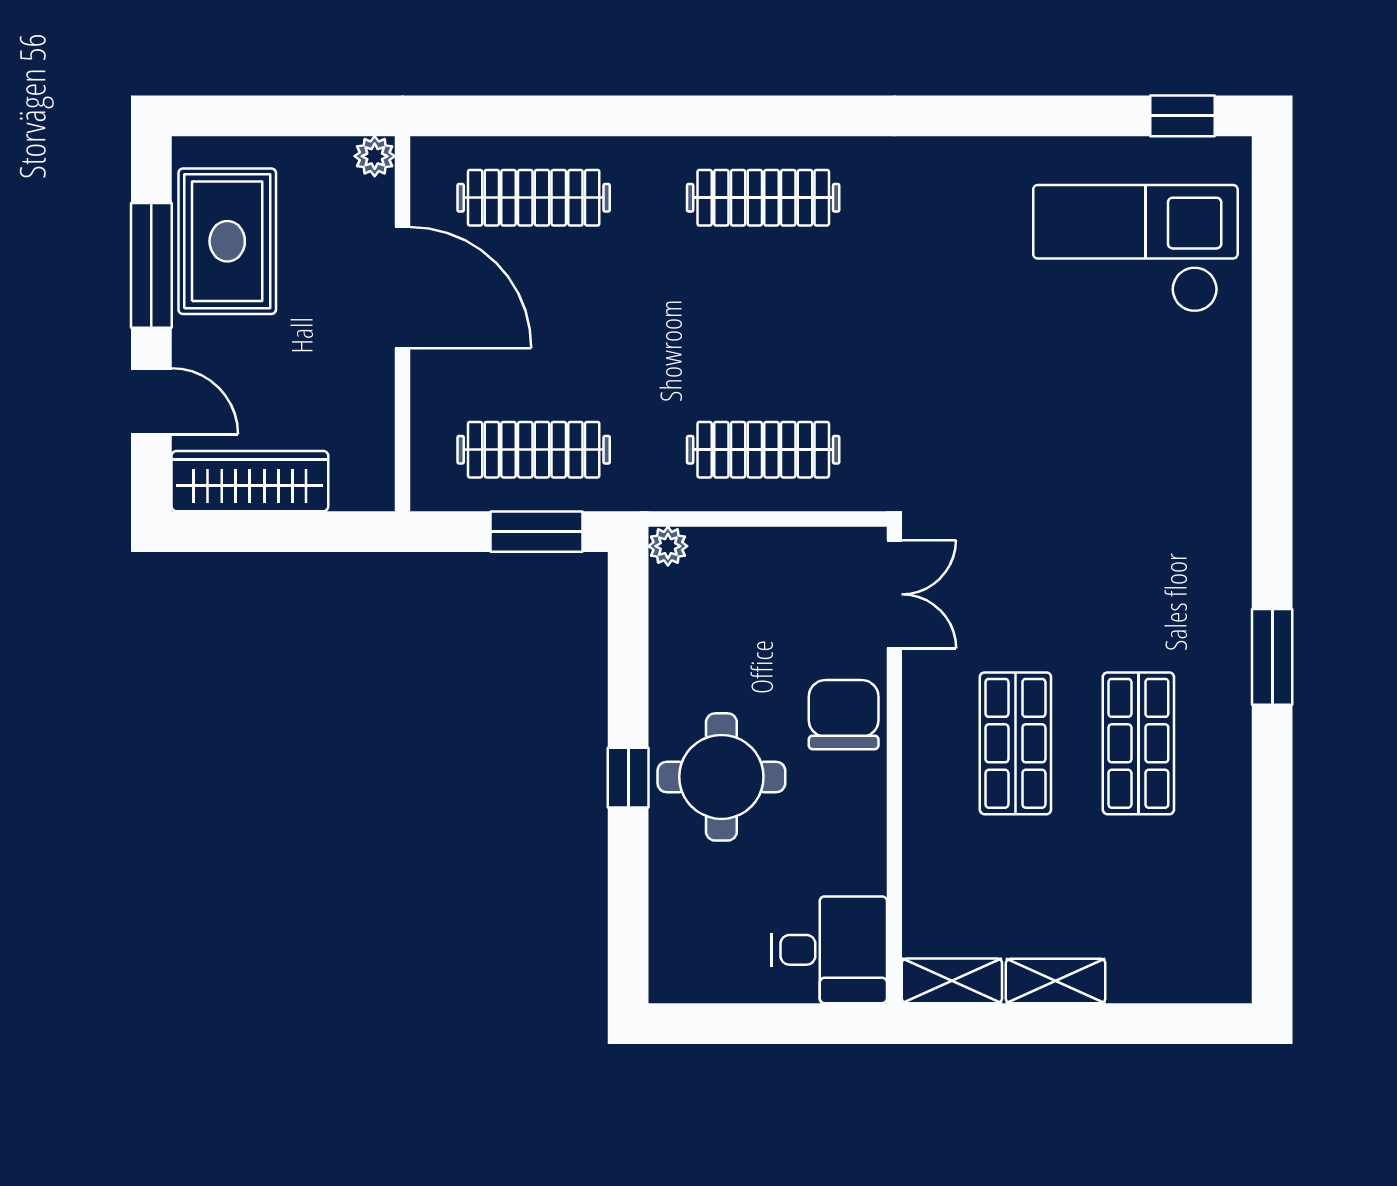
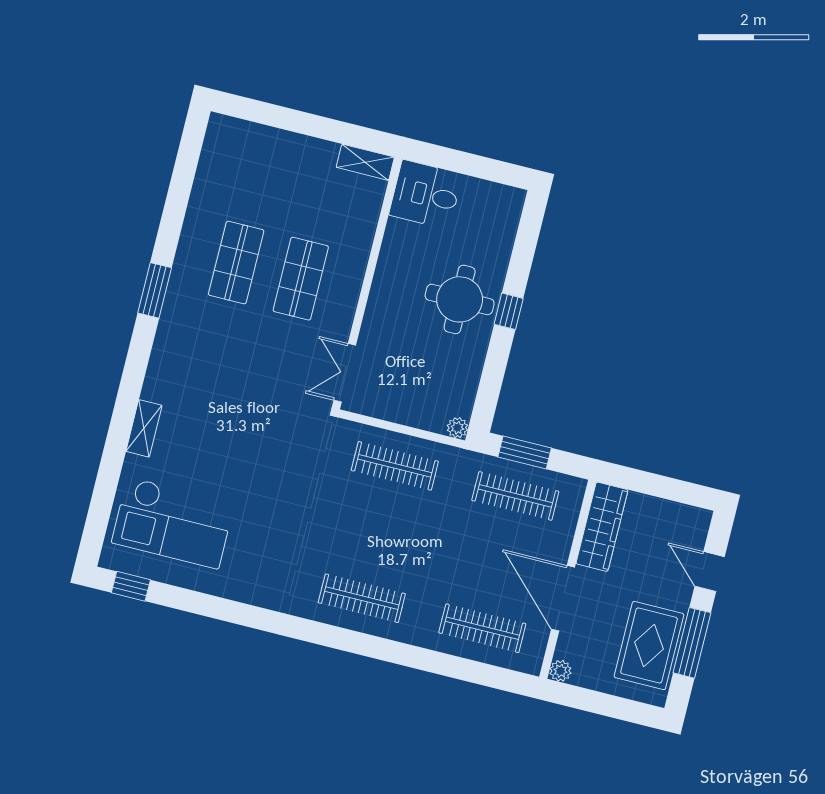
wardrobe: (250, 481) -> (602, 527), moved, turned -90
chair: (844, 715) -> (387, 316), removed
shelving: (1056, 981) -> (144, 428), moved, turned 90

